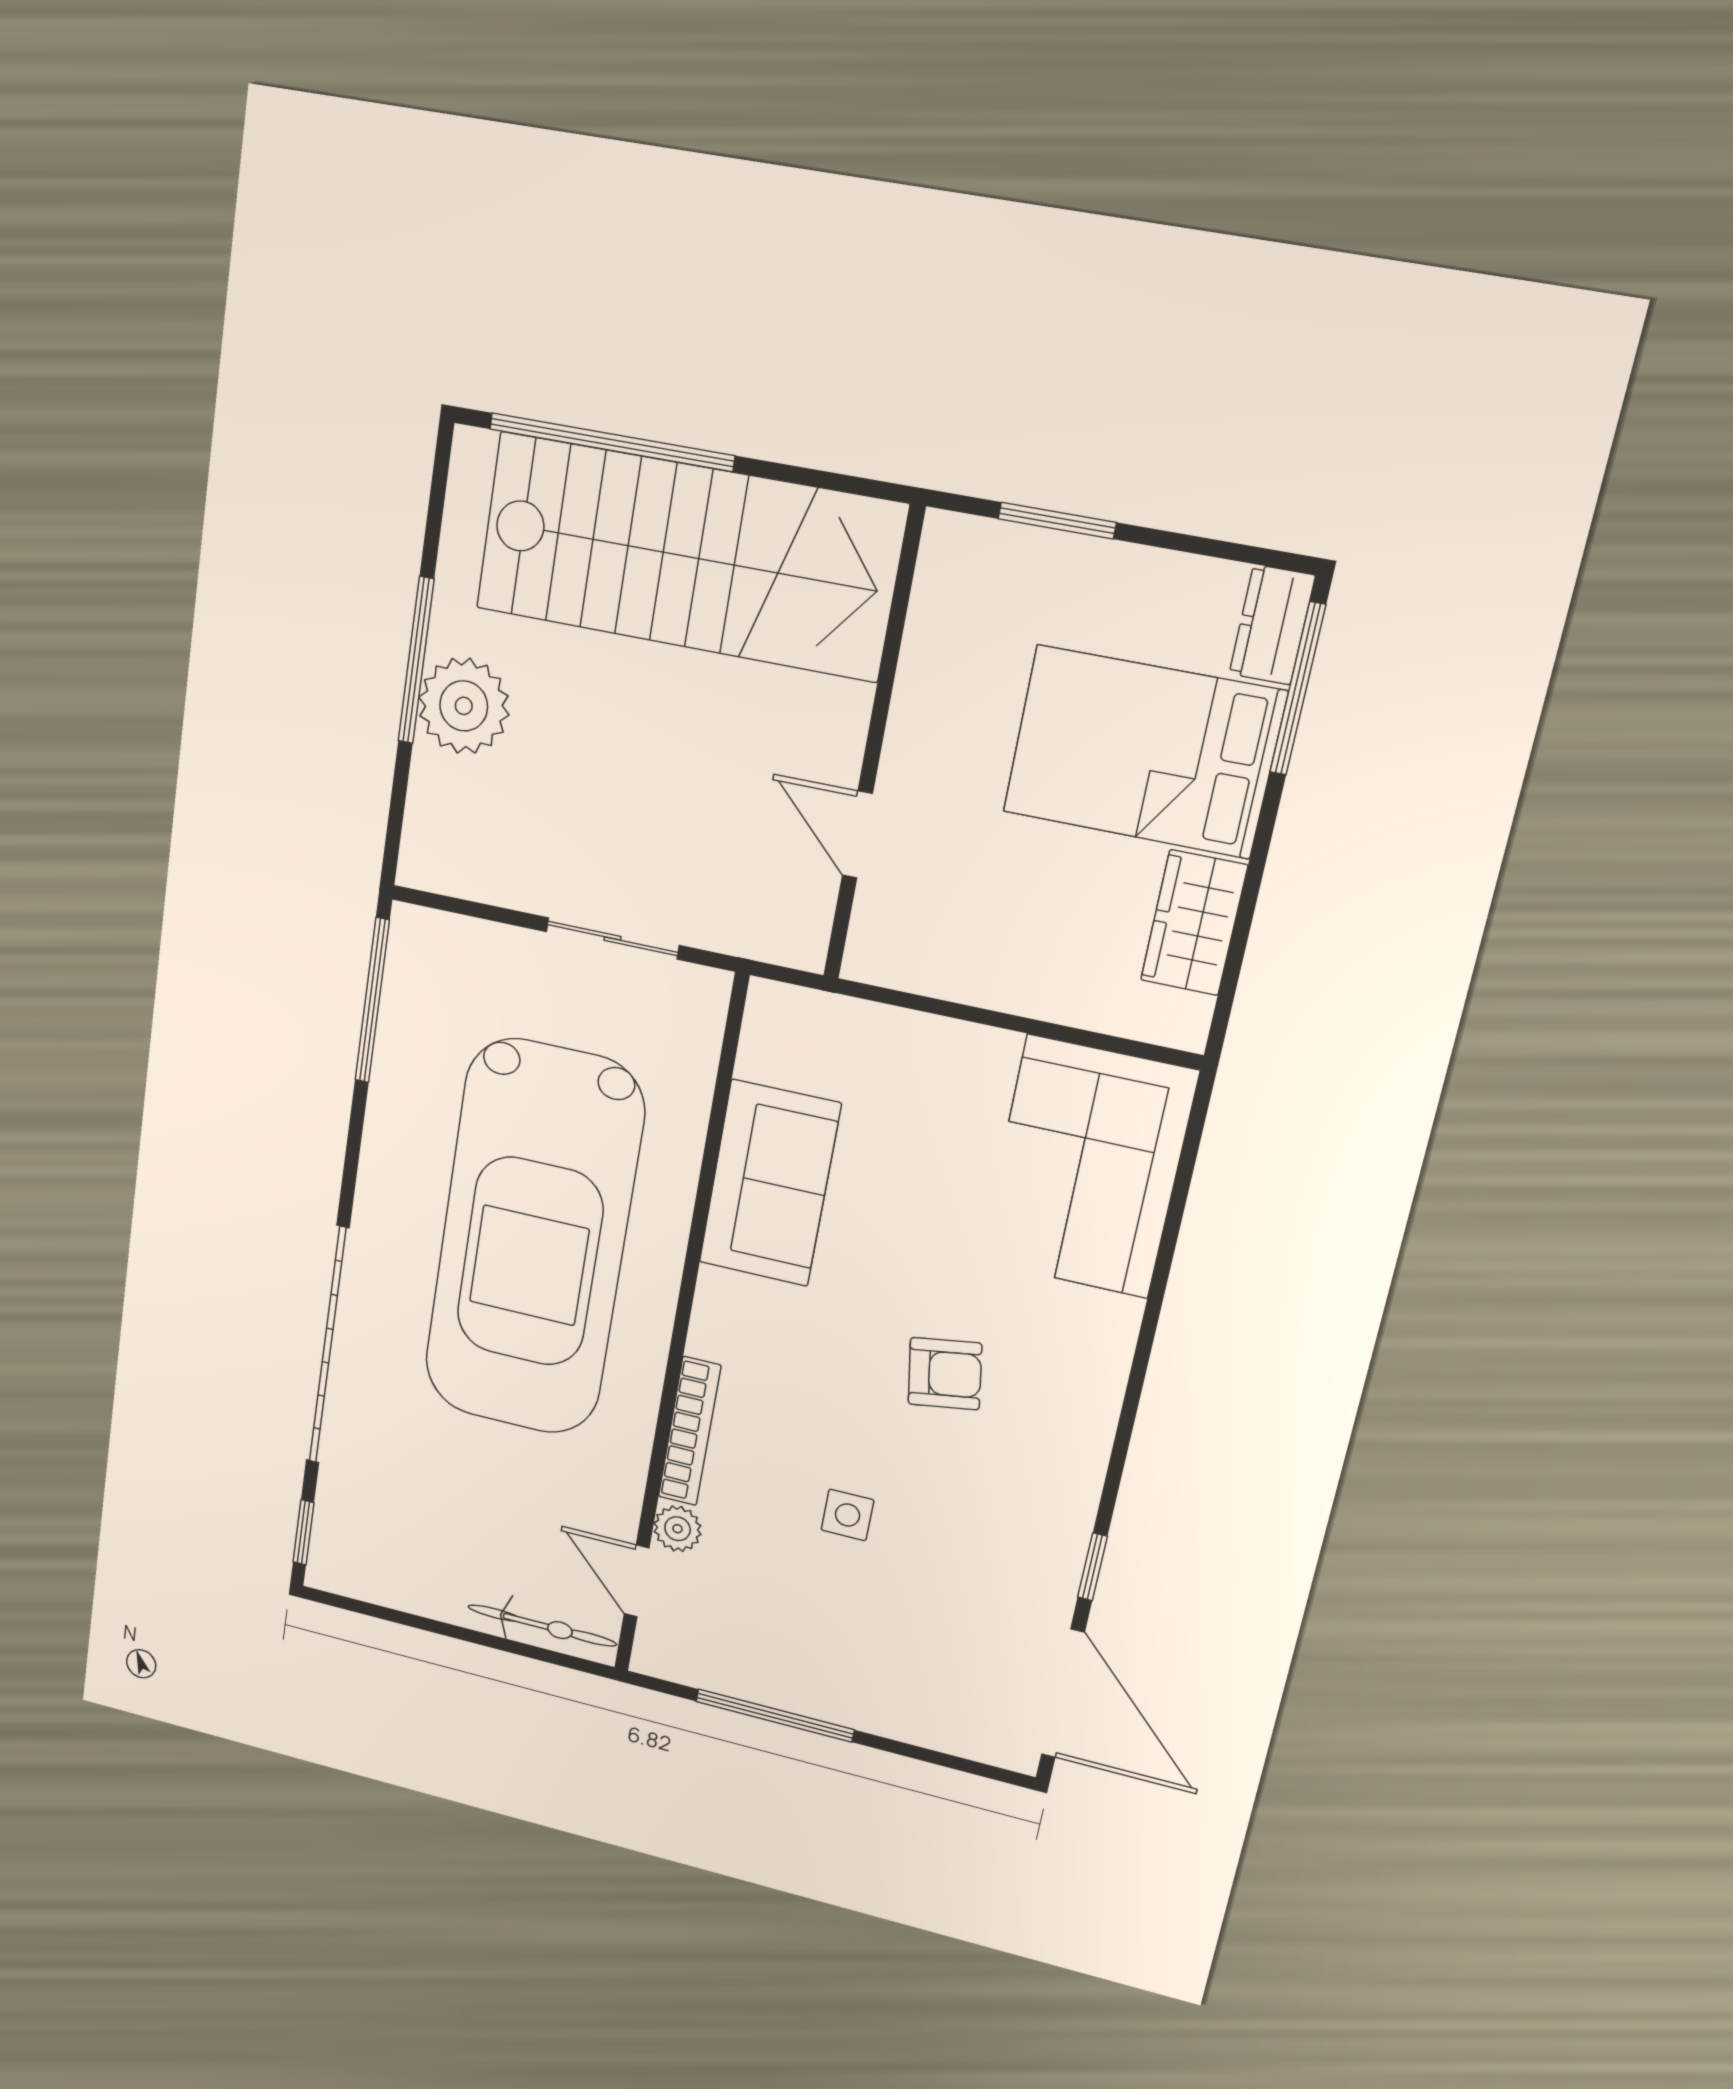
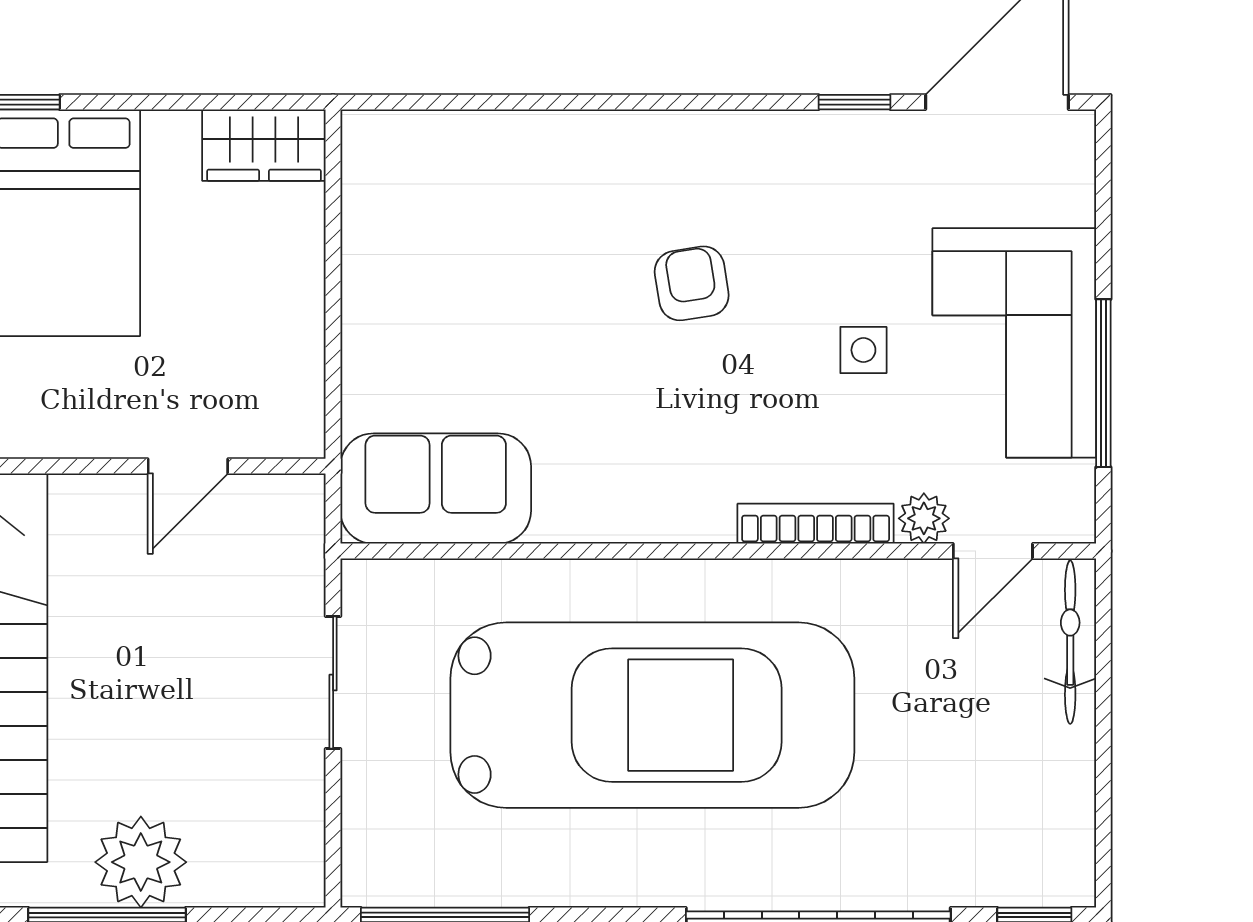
wardrobe: (1194, 923) -> (264, 145), moved
corner sofa: (1088, 1167) -> (1014, 343), moved, turned 90
sofa: (770, 1183) -> (436, 489), moved

